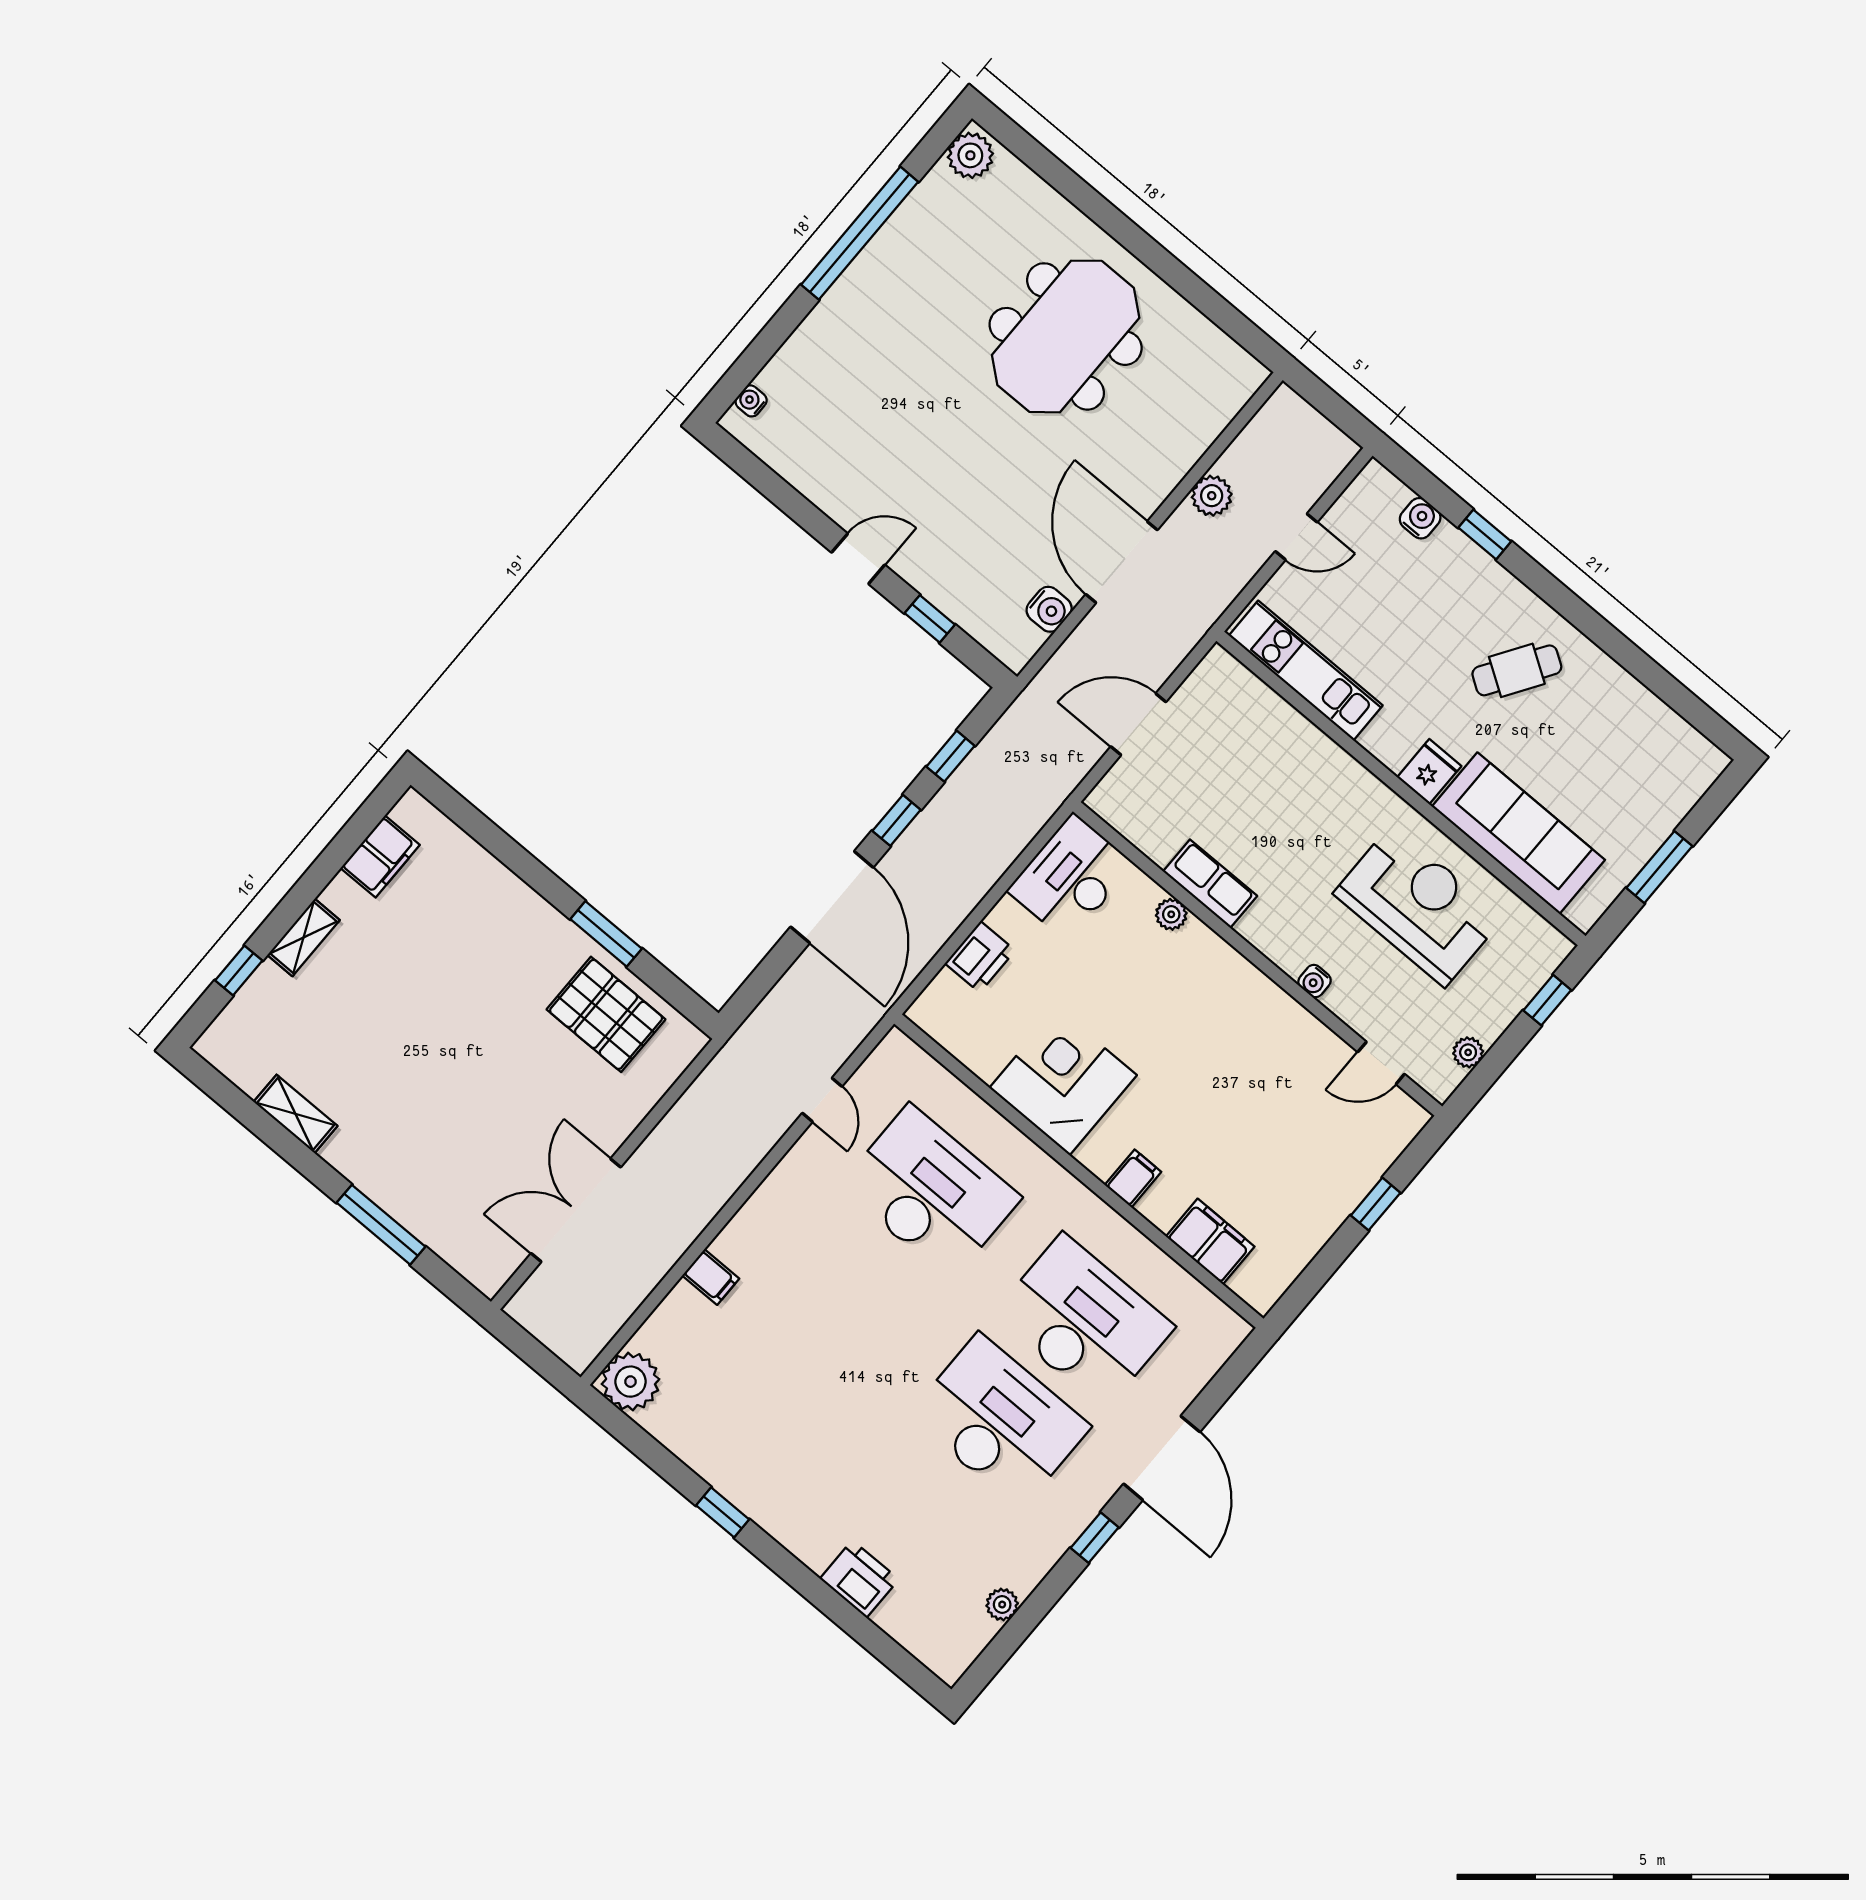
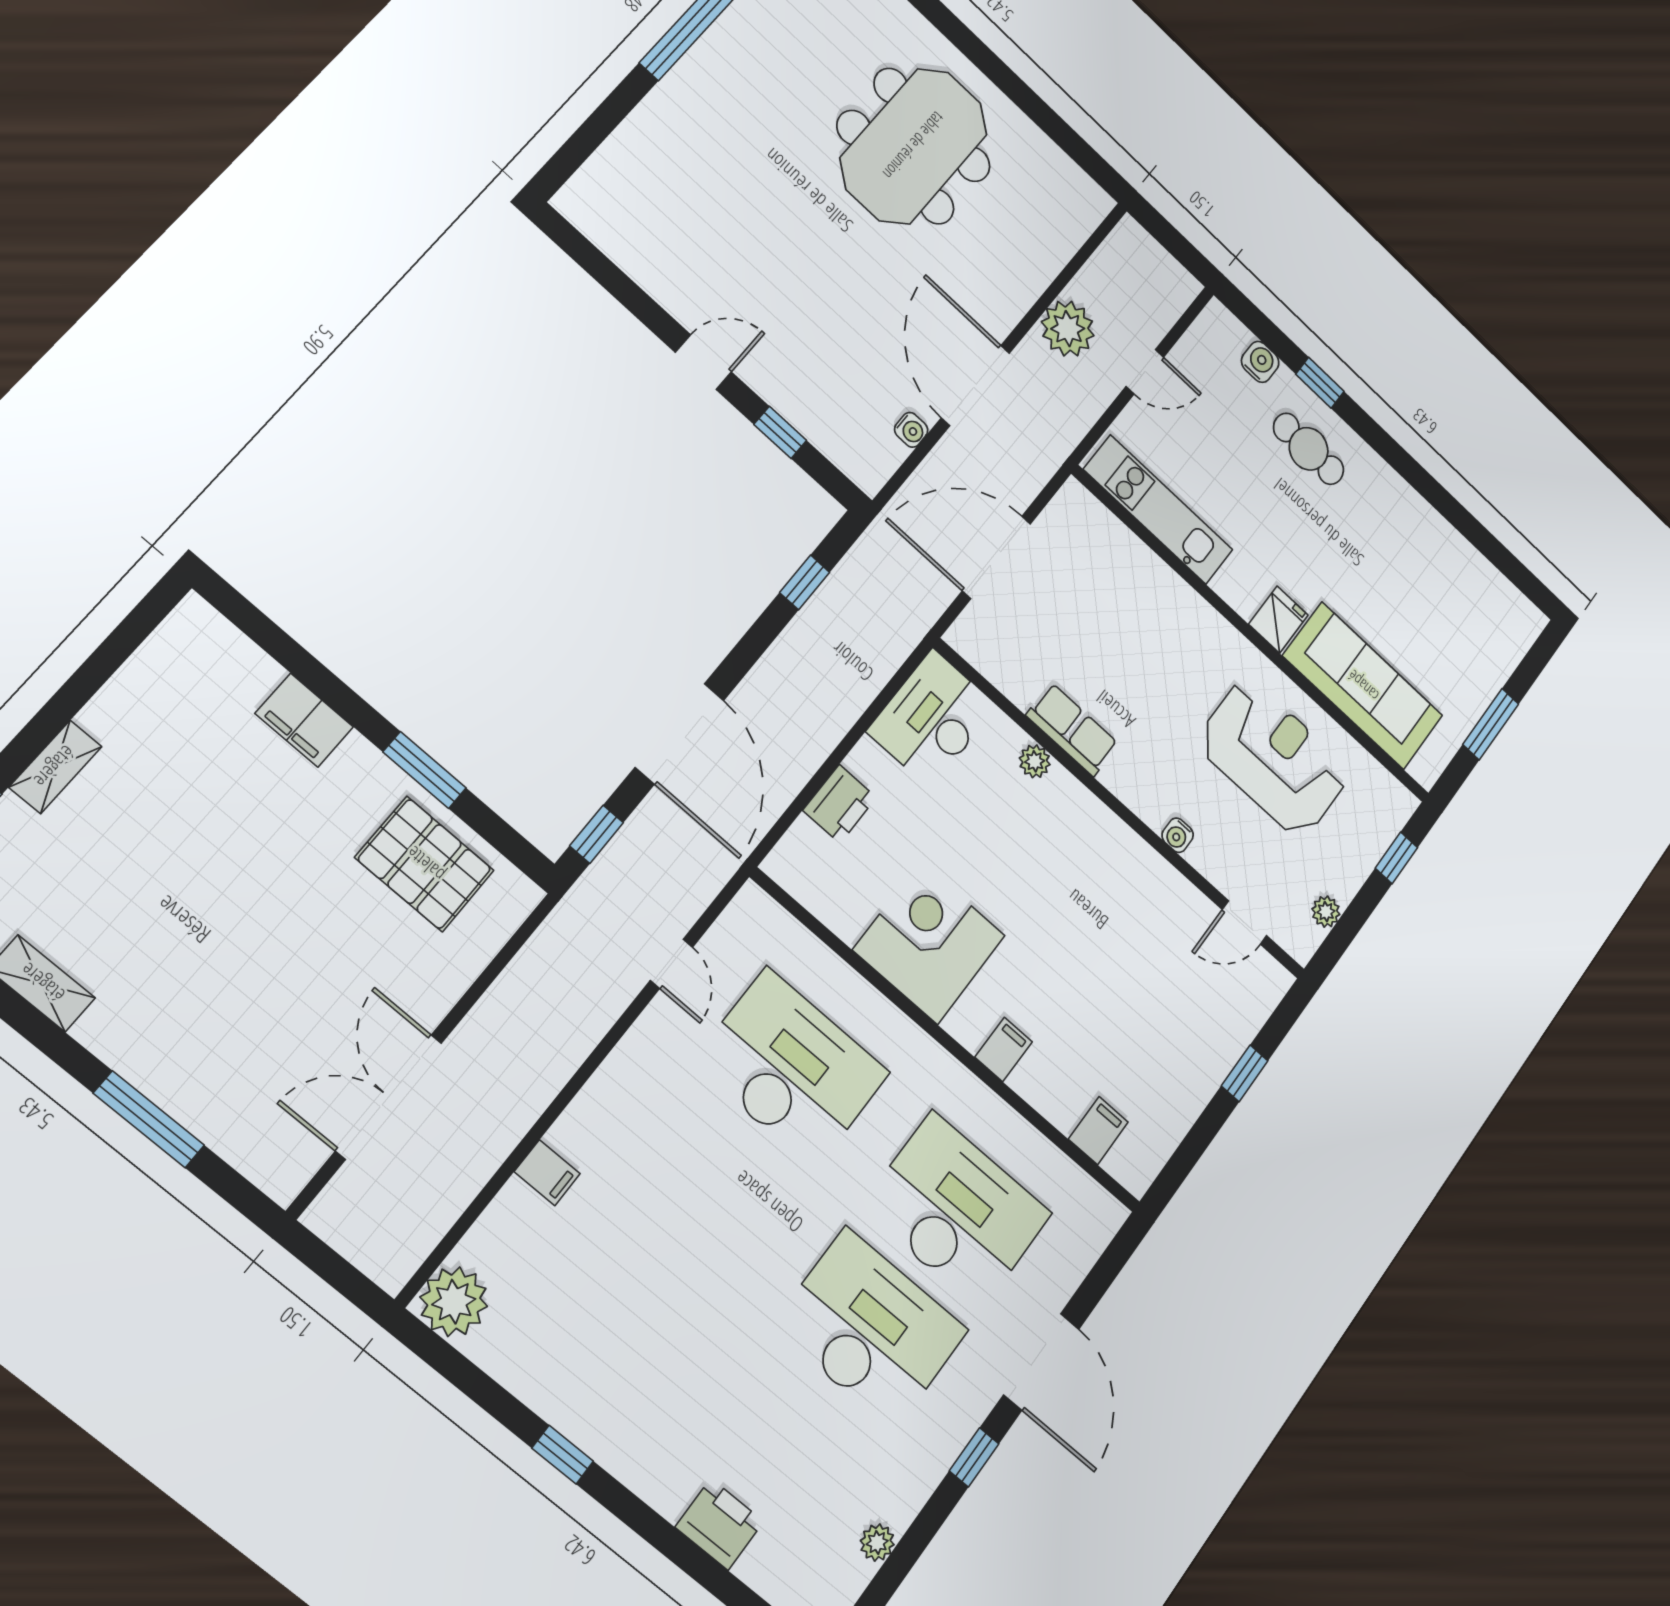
water cooler: (751, 401) -> (586, 182), removed
plant: (1212, 496) -> (1068, 329), width x1.36, depth x1.36
water cooler: (1049, 609) -> (911, 430), width x0.72, depth x0.72
cafe table: (1517, 670) -> (1309, 449), moved, turned 57
door: (1138, 724) -> (996, 557), width x1.36
window: (897, 820) -> (597, 834), moved
filing cabinet: (380, 856) -> (304, 720), moved, turned 90
filing cabinet: (1210, 1242) -> (1098, 1131), width x0.50

